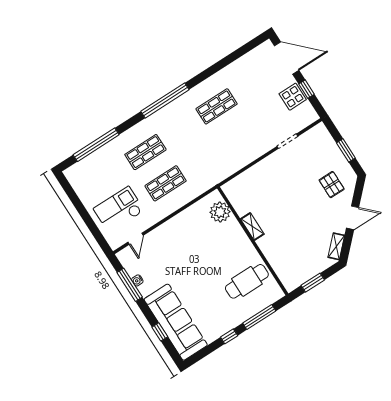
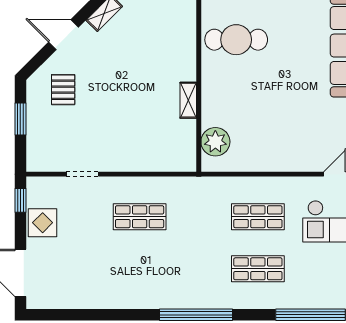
window: (307, 89) -> (20, 200), moved
shop shelf: (217, 106) -> (140, 217), moved

